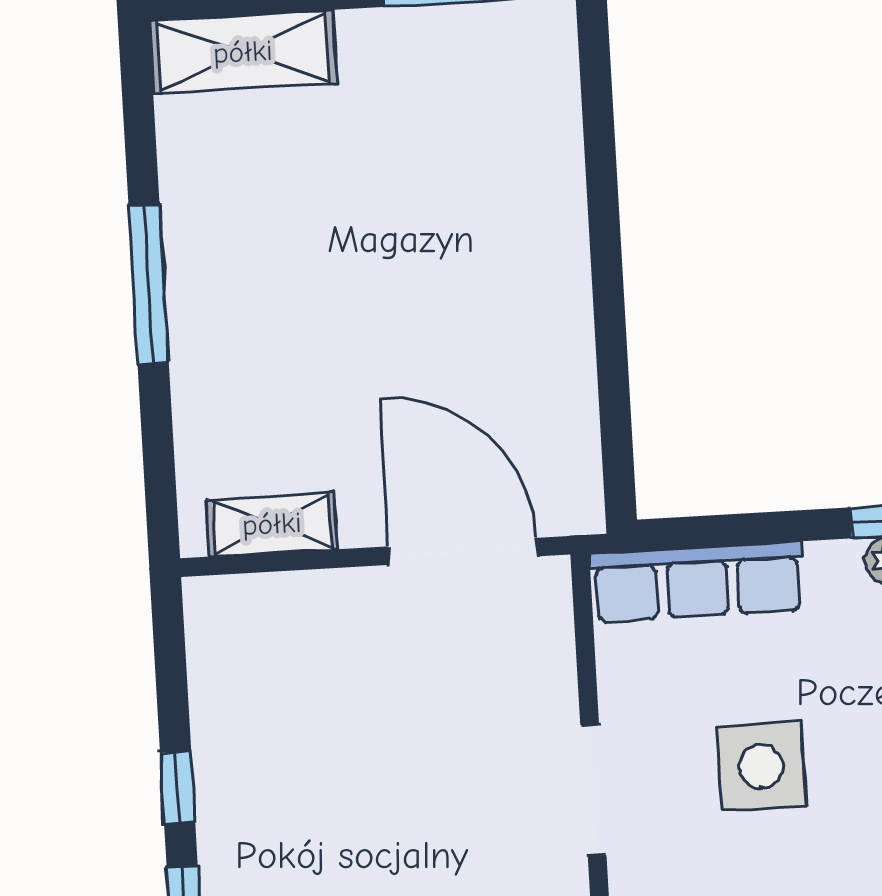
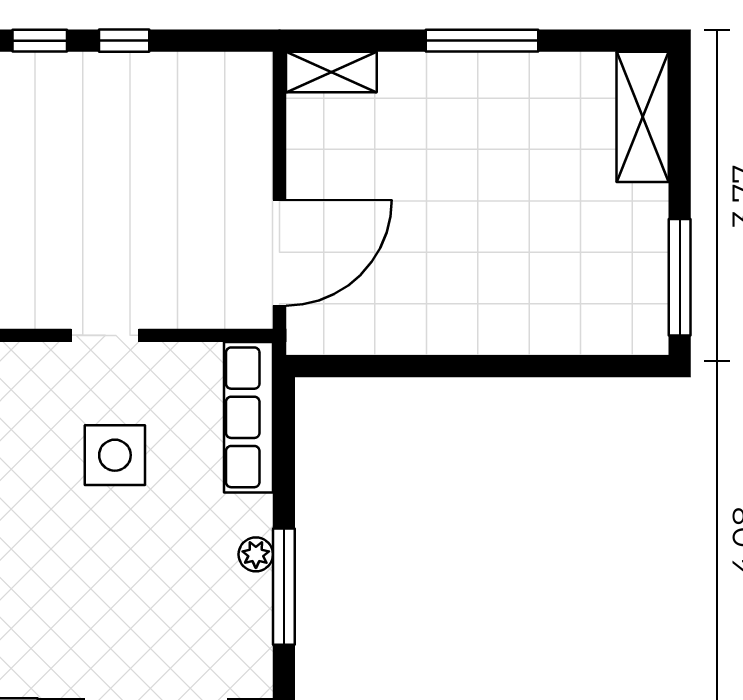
shelving: (272, 524) -> (331, 72), moved, turned 90
doorway: (593, 790) -> (105, 335), width x0.73

